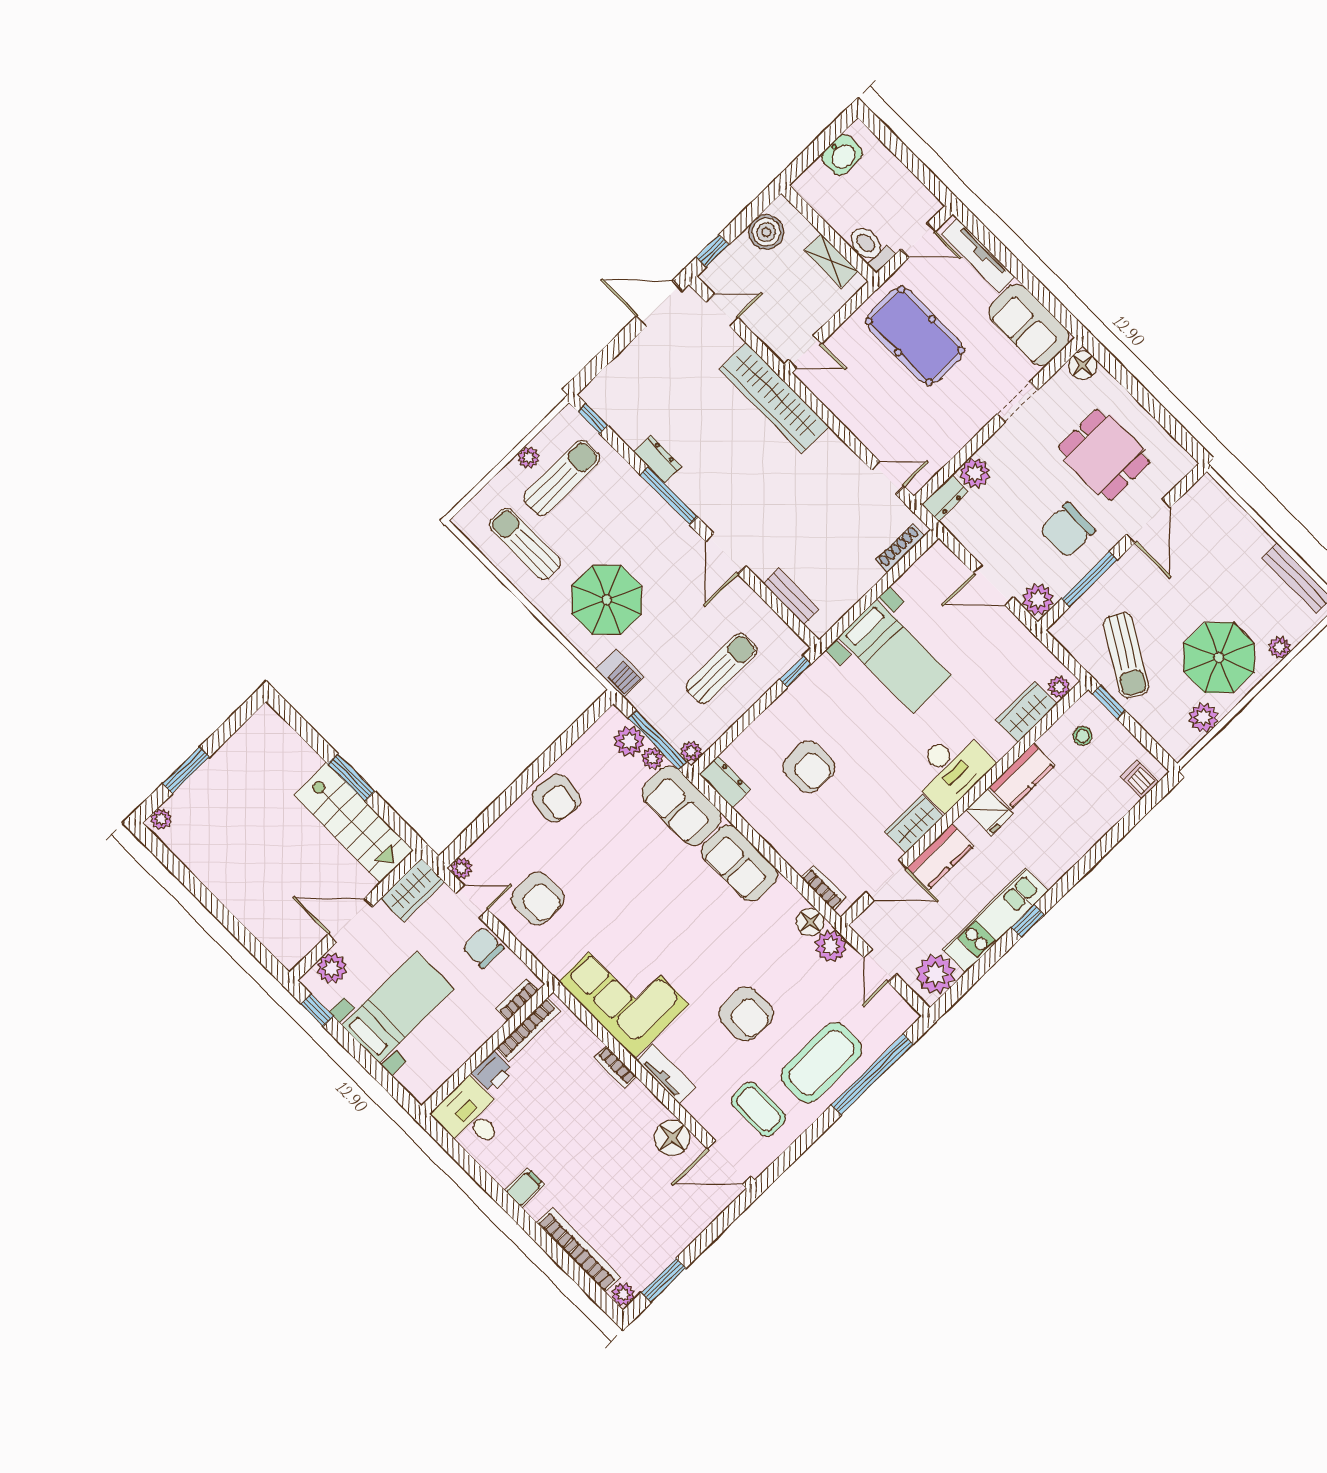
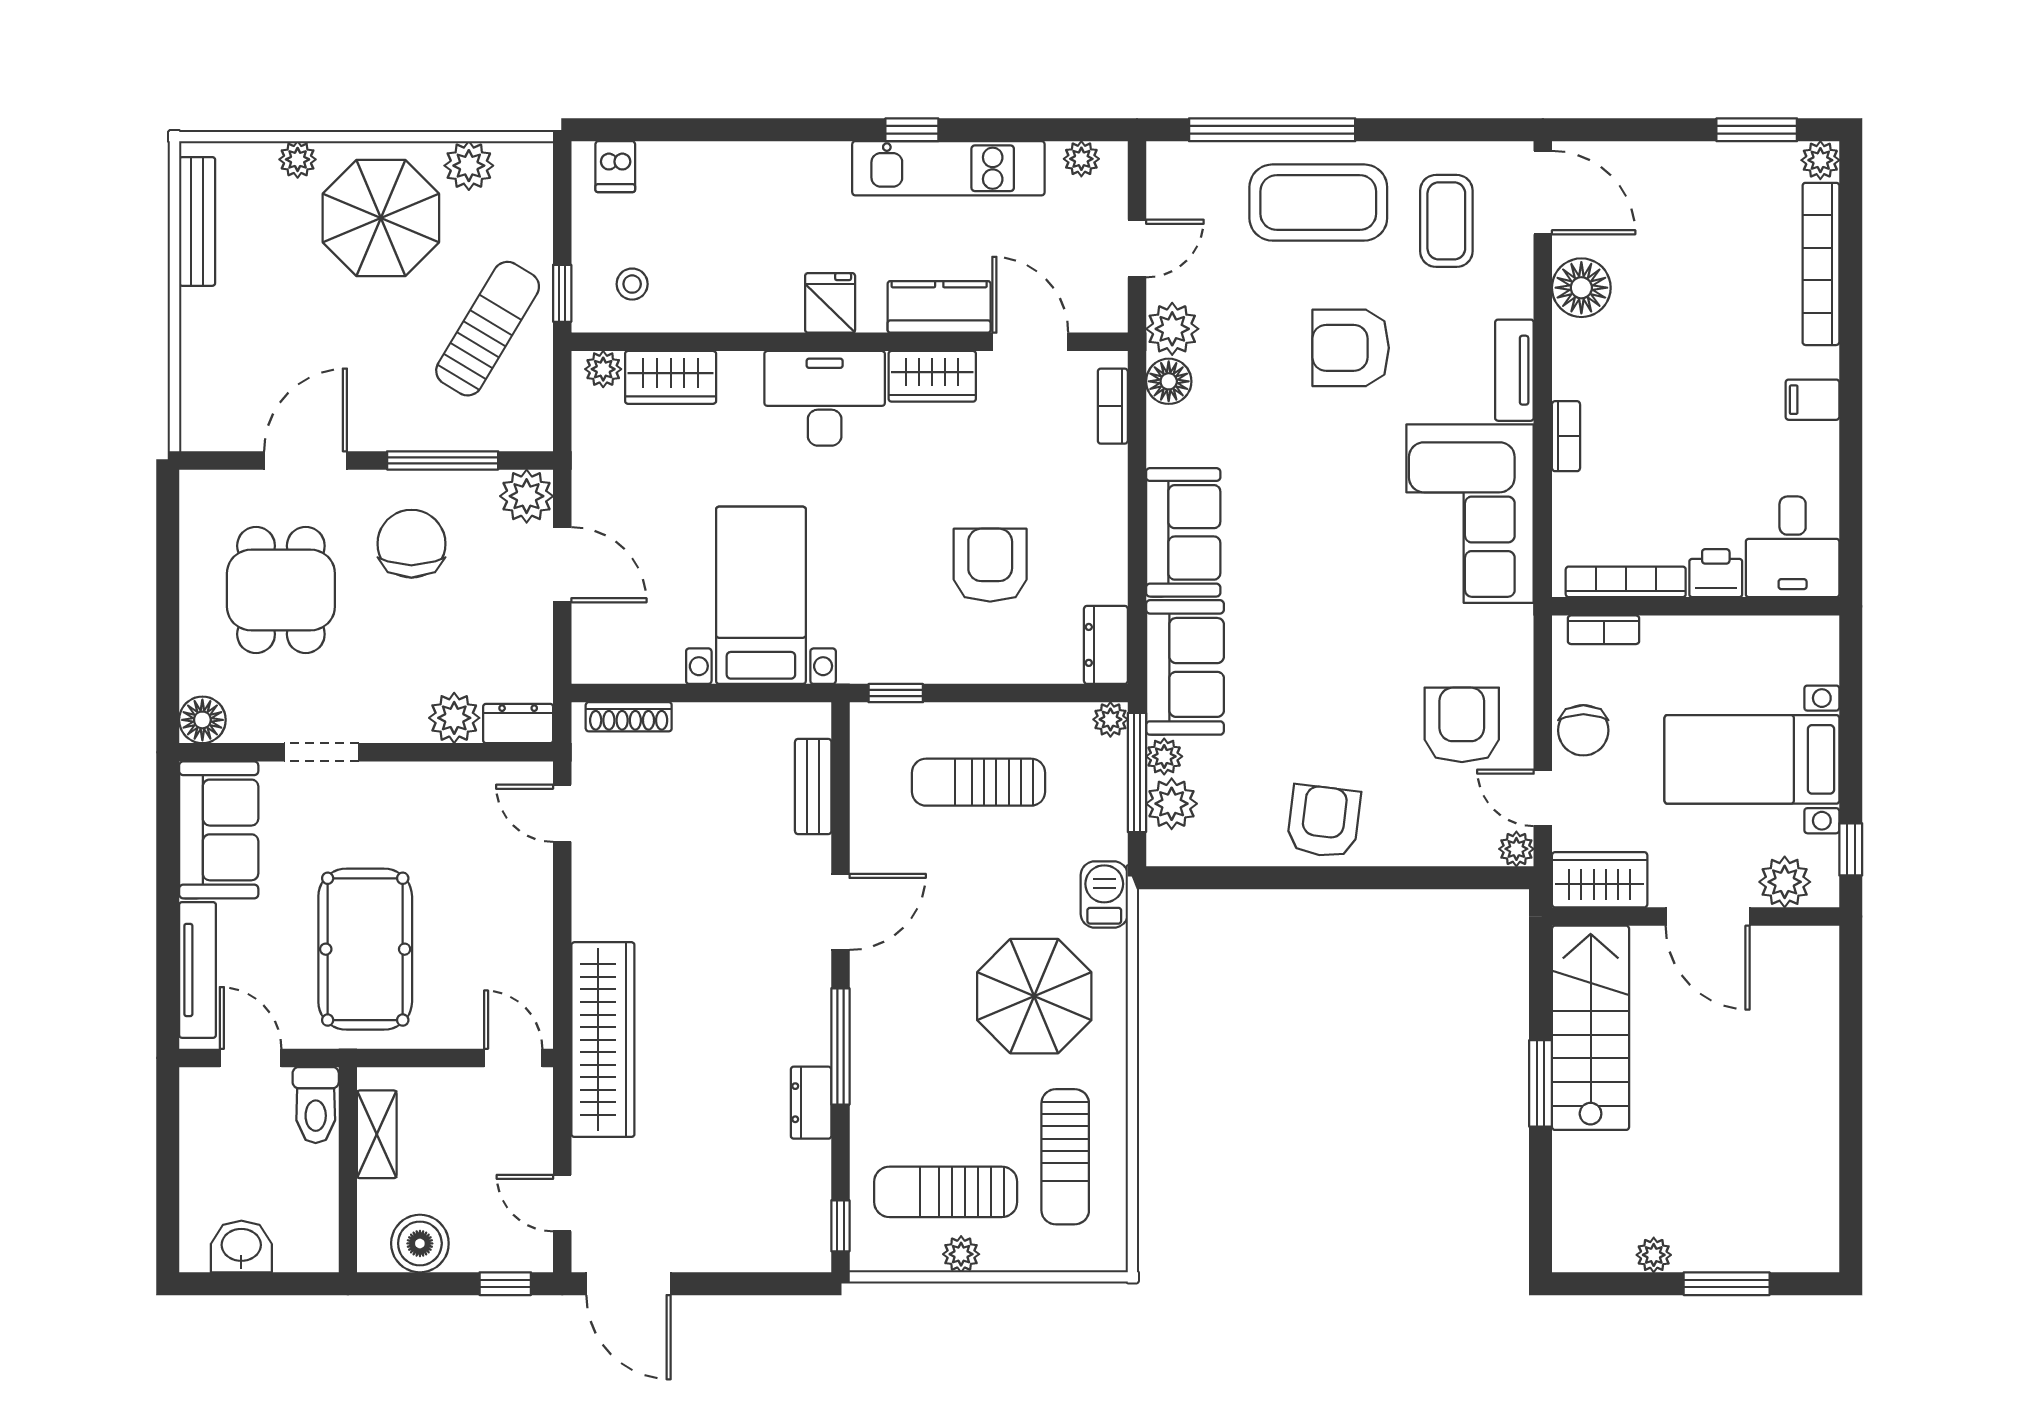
chair: (1067, 530) -> (411, 544), turned -90
kitchen counter: (1022, 776) -> (750, 307), removed
plant: (161, 819) -> (1654, 1255), moved
plant: (936, 974) -> (1081, 159), width x0.53, depth x0.53
armchair: (746, 1014) -> (1351, 348), turned -90

